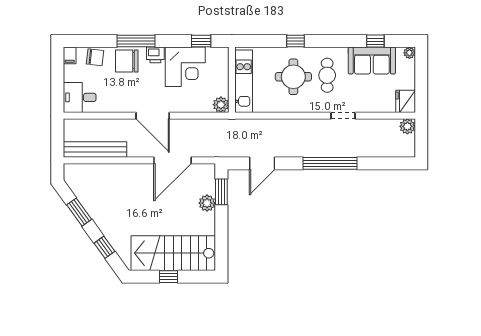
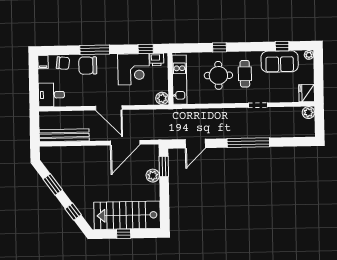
printer: (155, 55) -> (157, 59), moved

